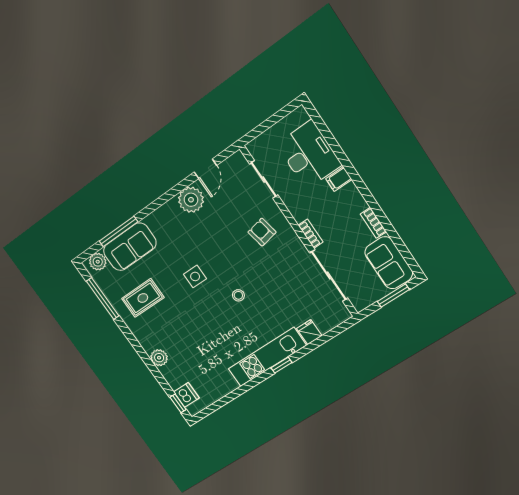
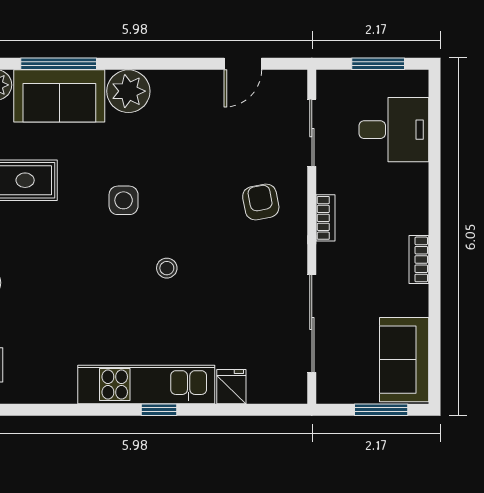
window: (274, 120) -> (378, 64), added
desk: (309, 155) -> (394, 130), width x0.73
filing cabinet: (339, 179) -> (412, 201), removed
plant: (191, 200) -> (128, 91), moved
bookcase: (373, 223) -> (419, 259), moved
bookcase: (311, 234) -> (326, 218), moved

